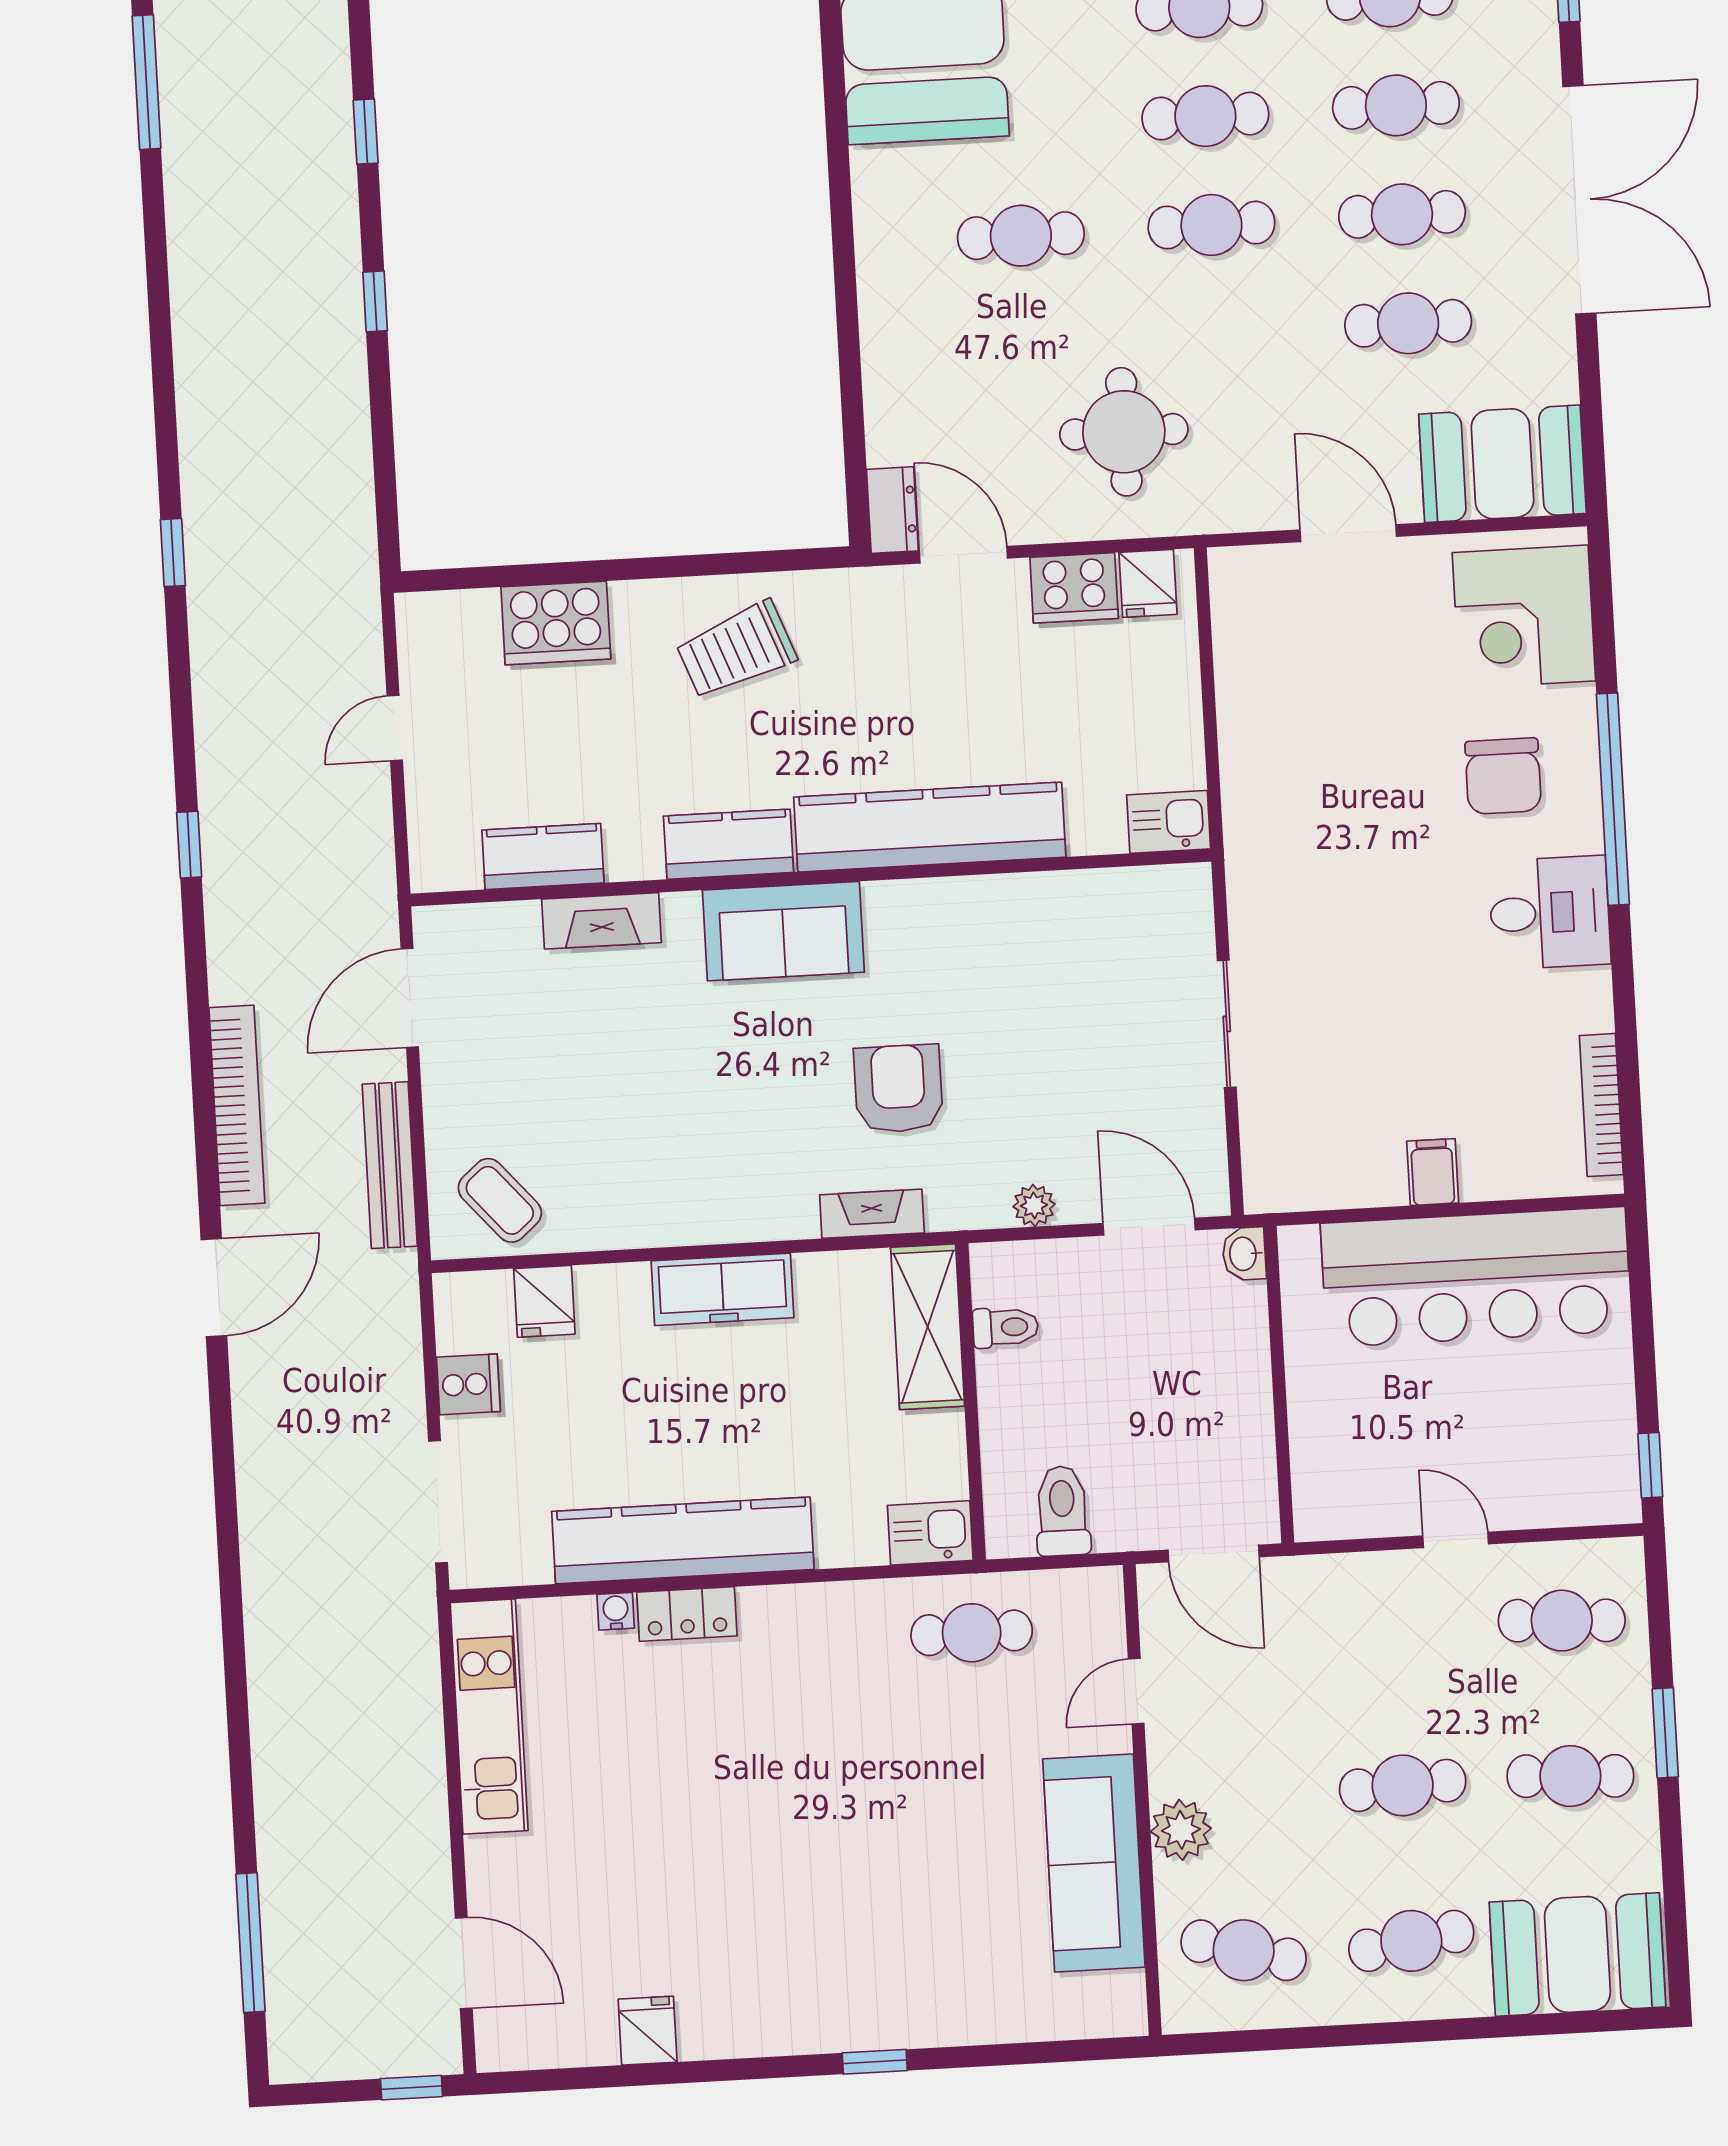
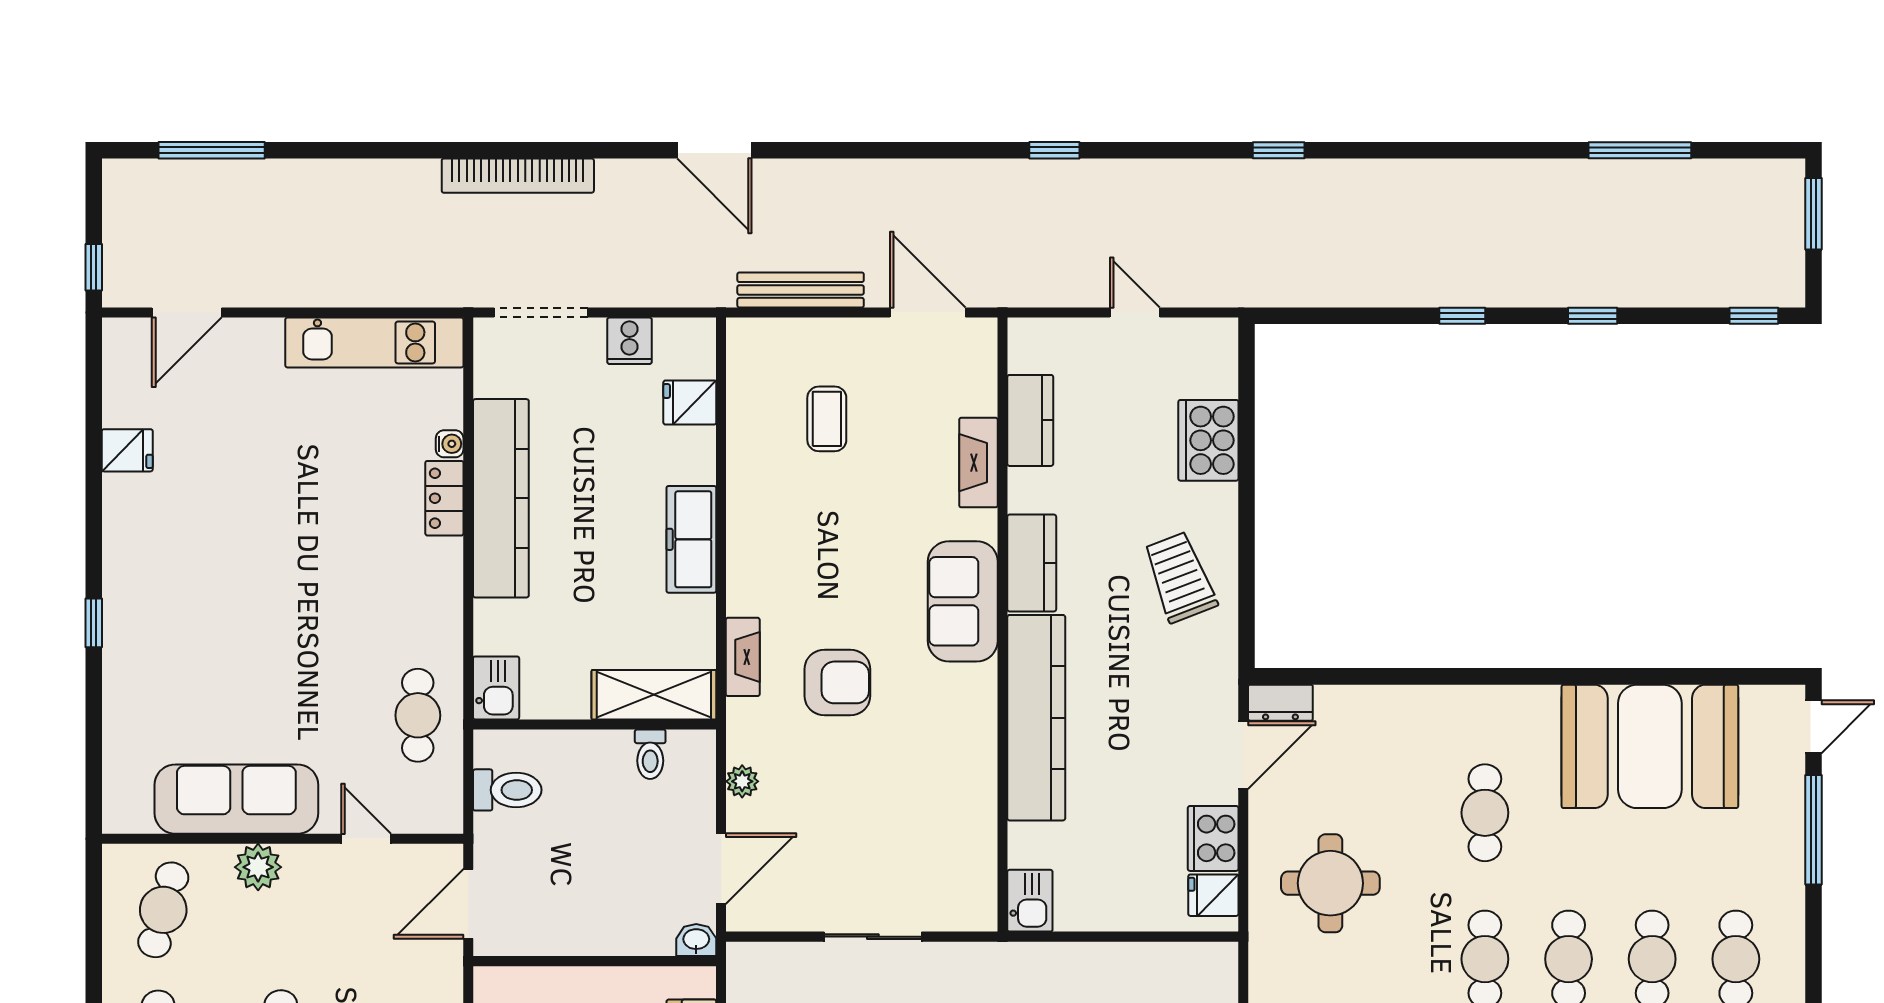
bookcase: (237, 1105) -> (518, 176), moved
coffee table: (500, 1200) -> (827, 419), moved, turned -49

